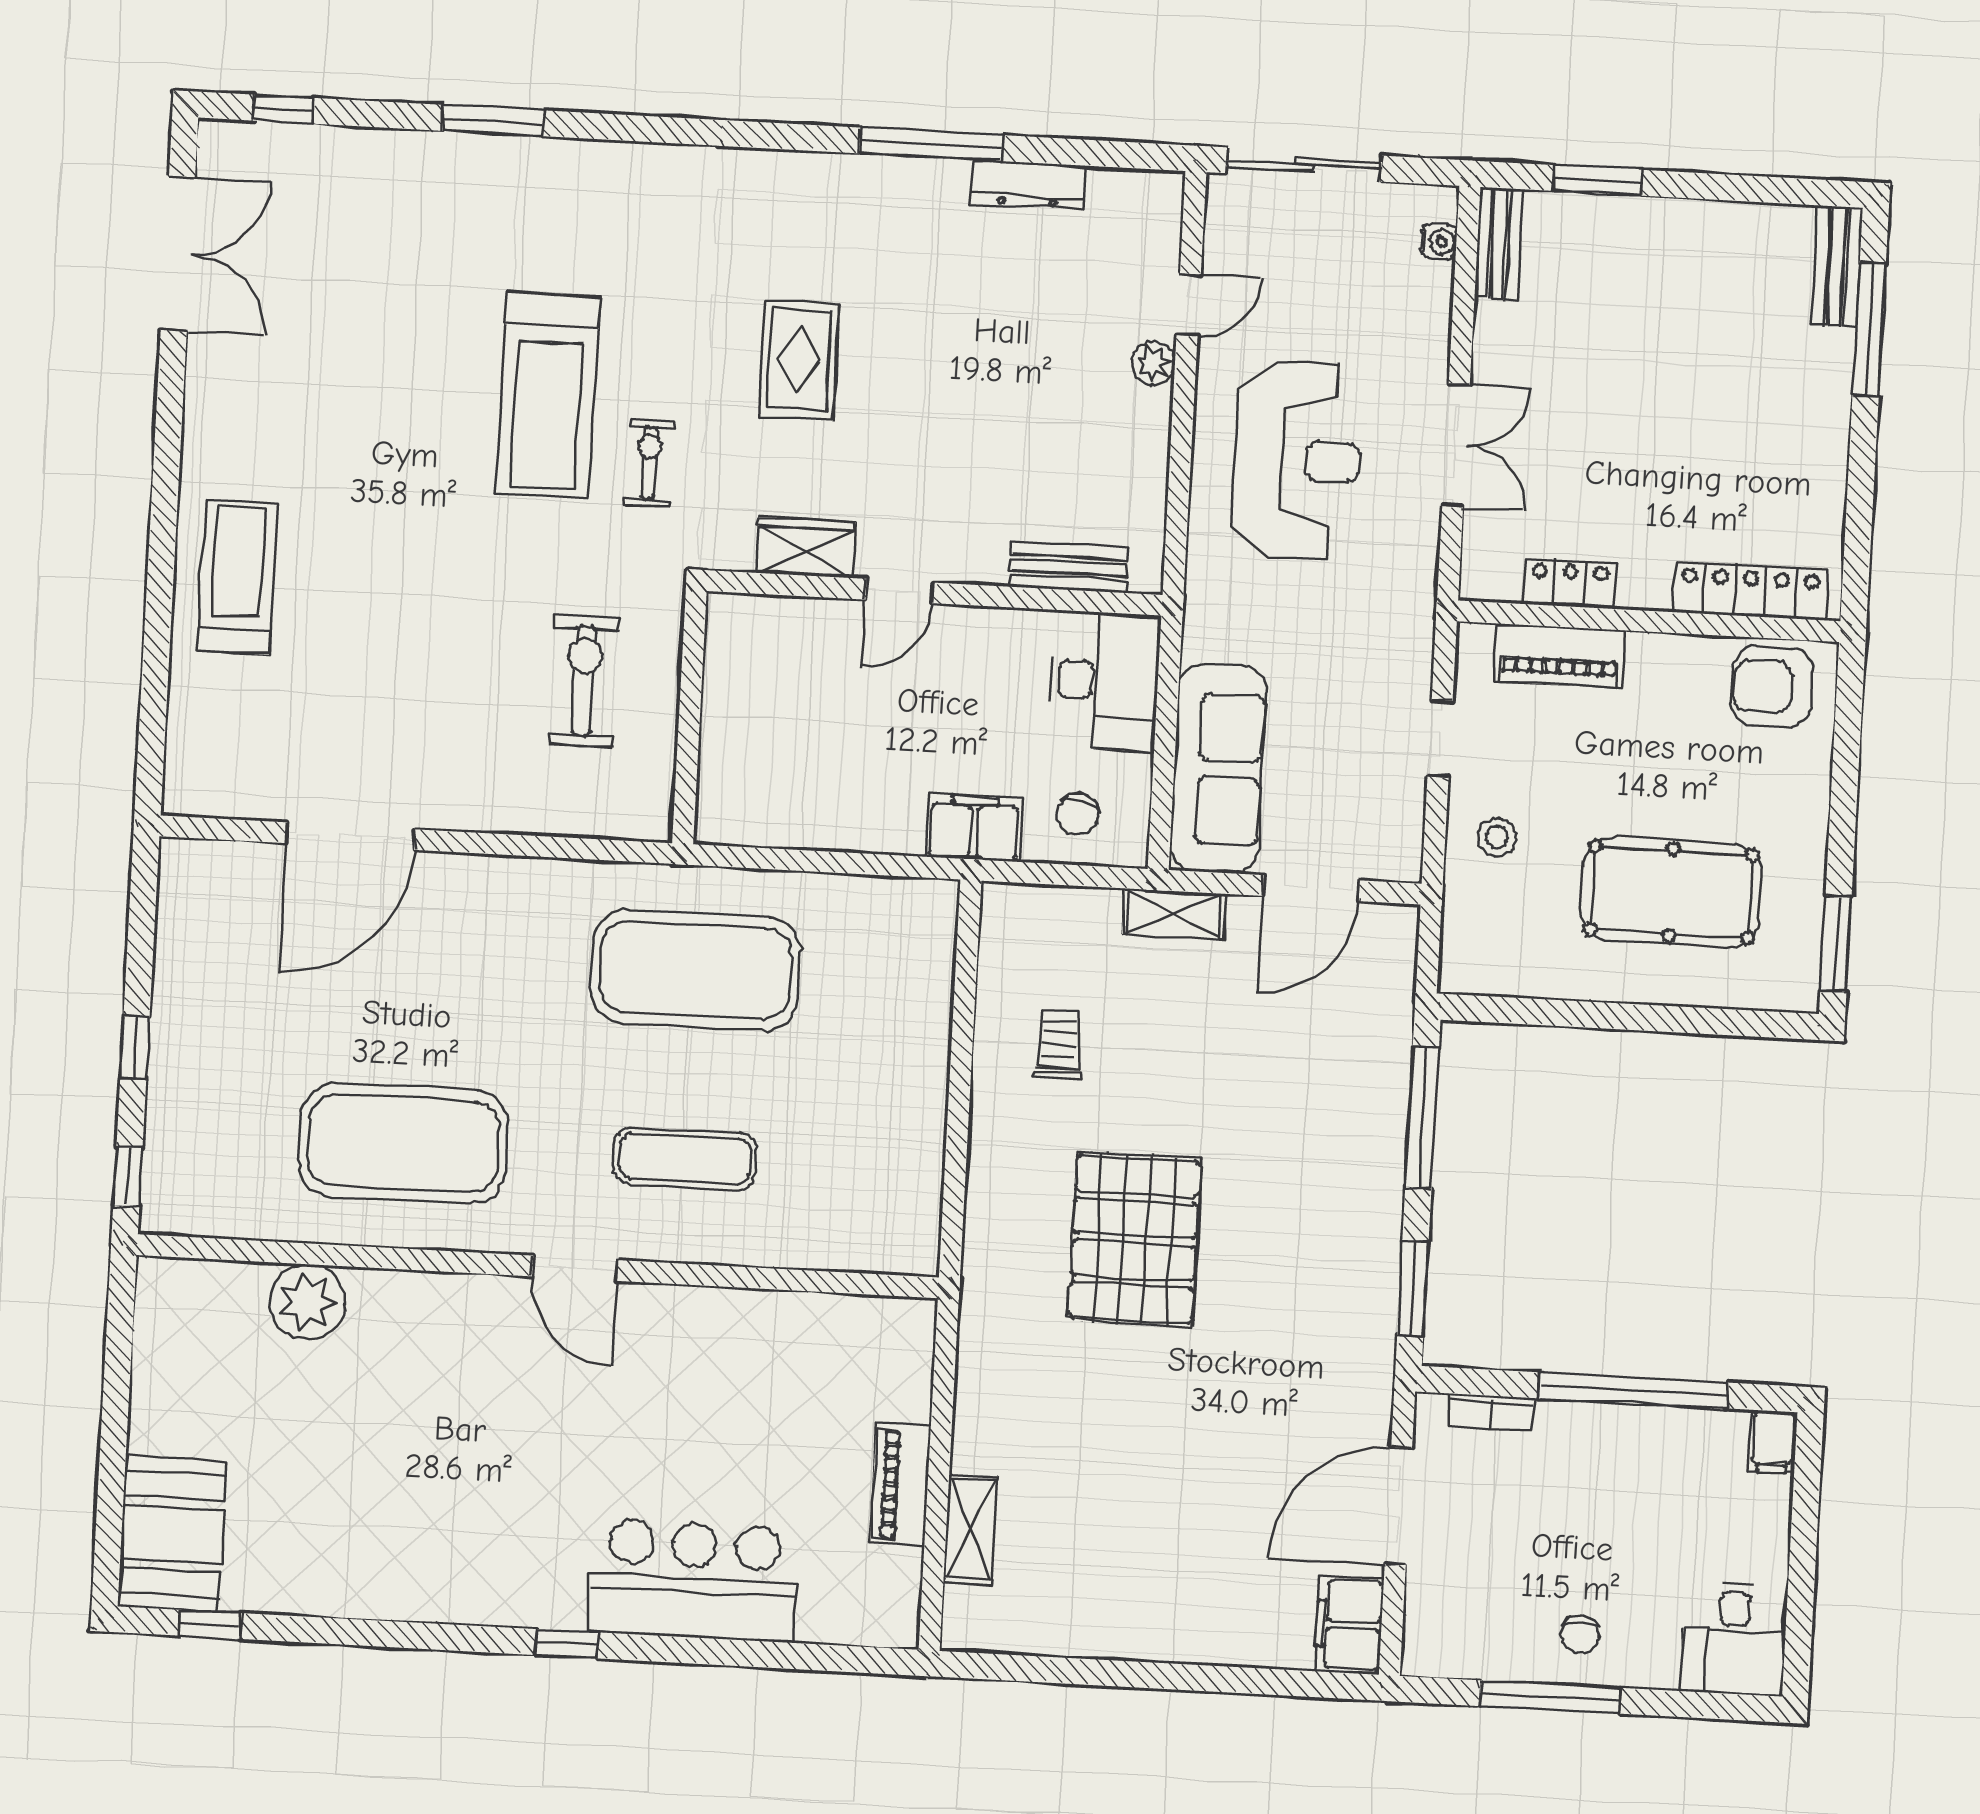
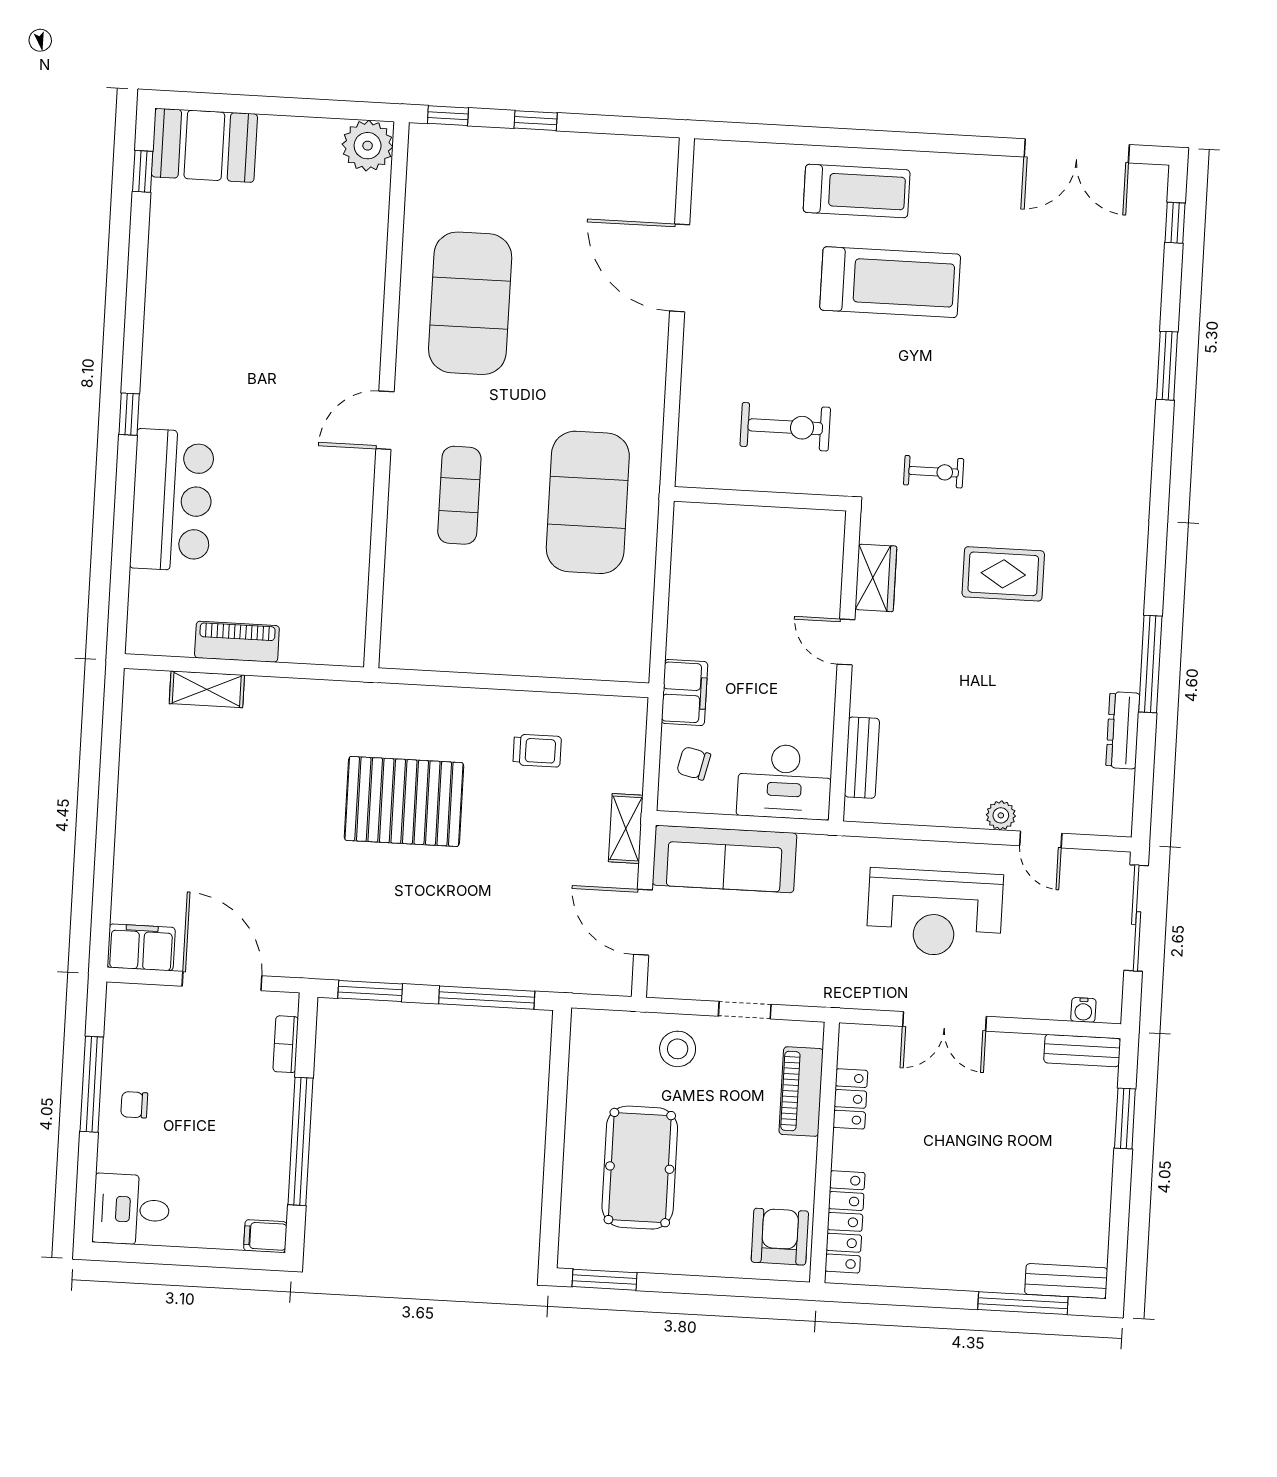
treadmill: (548, 395) -> (890, 282), moved, turned 180
stool: (1497, 837) -> (678, 1049), width x1.37, depth x1.37
plant: (307, 1302) -> (368, 146), moved

